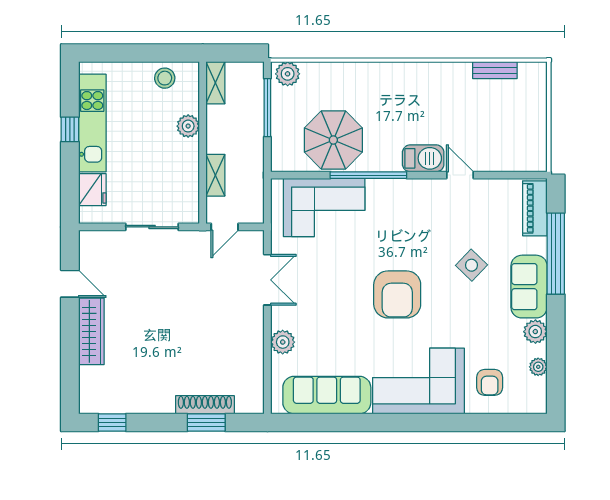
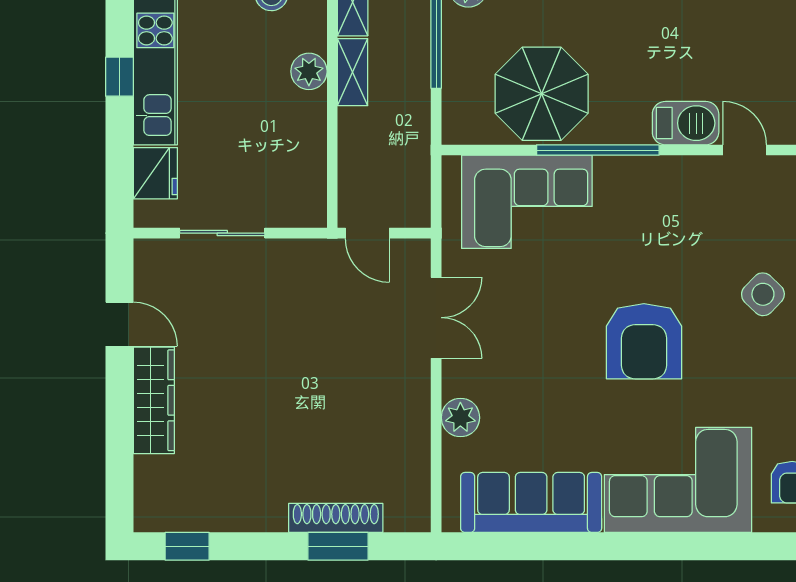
shelving: (215, 175) -> (353, 72), moved
sliding door: (152, 227) -> (222, 233), moved
door: (225, 227) -> (367, 233), hinge flipped

